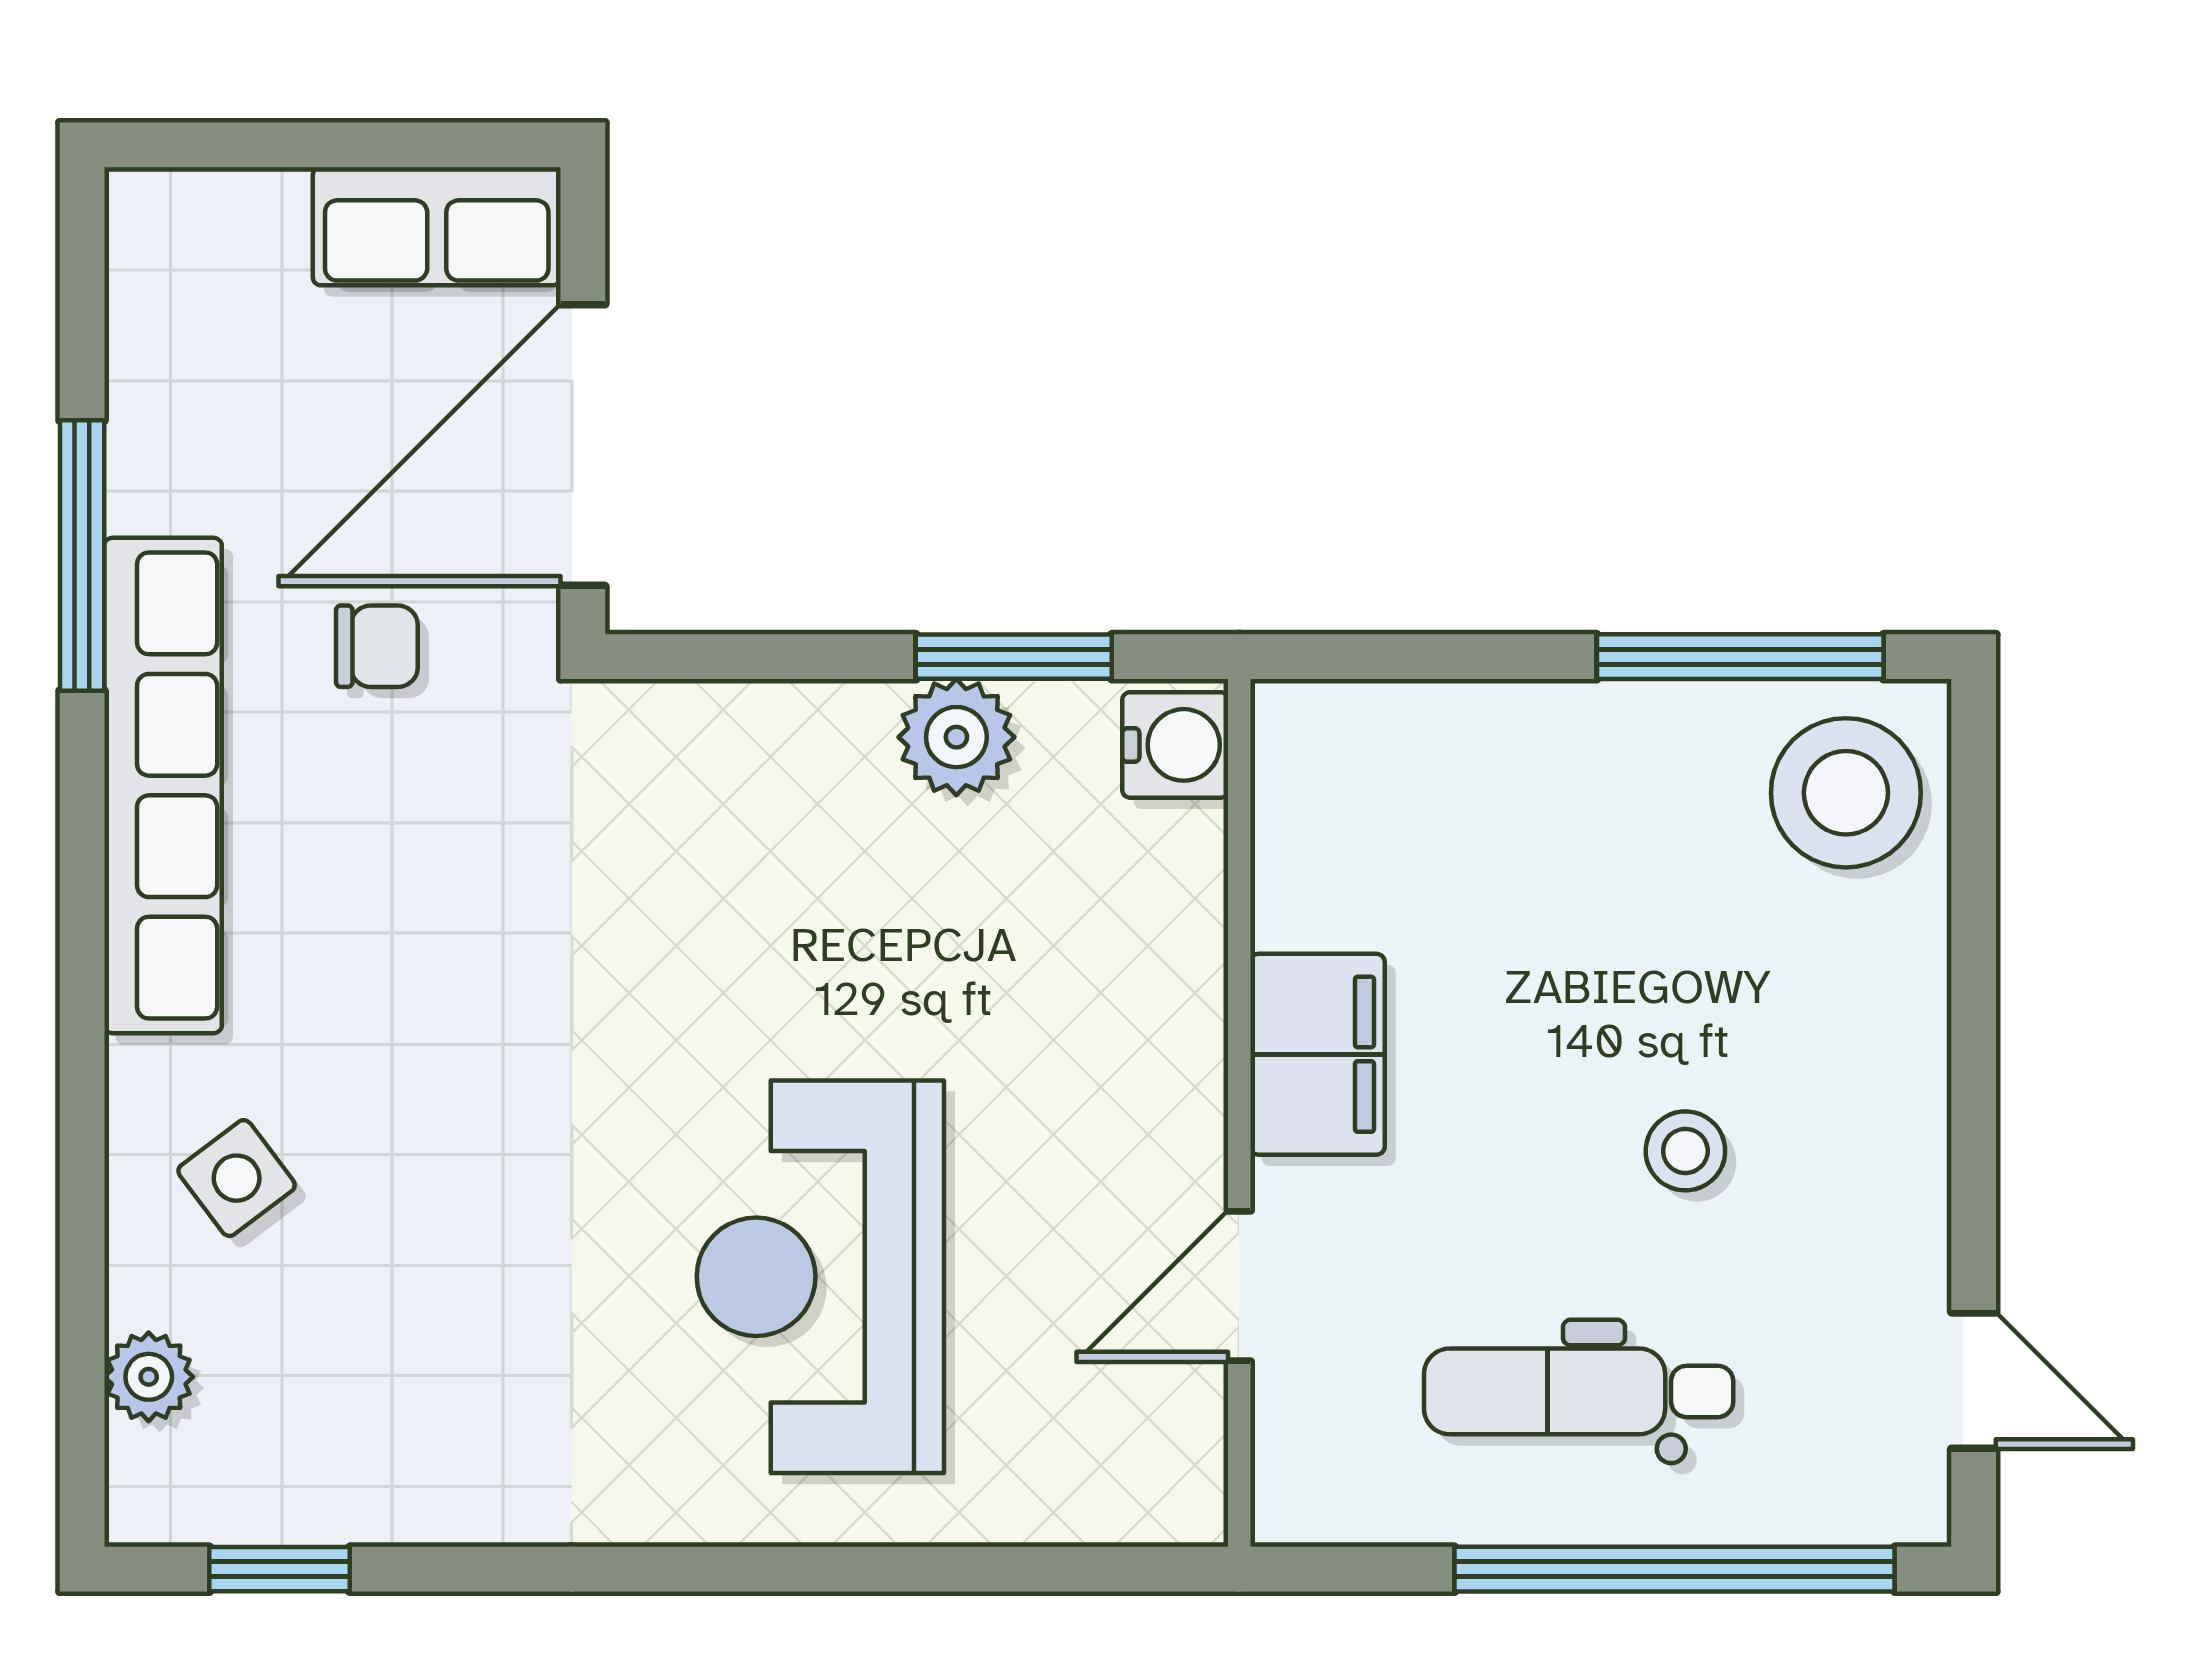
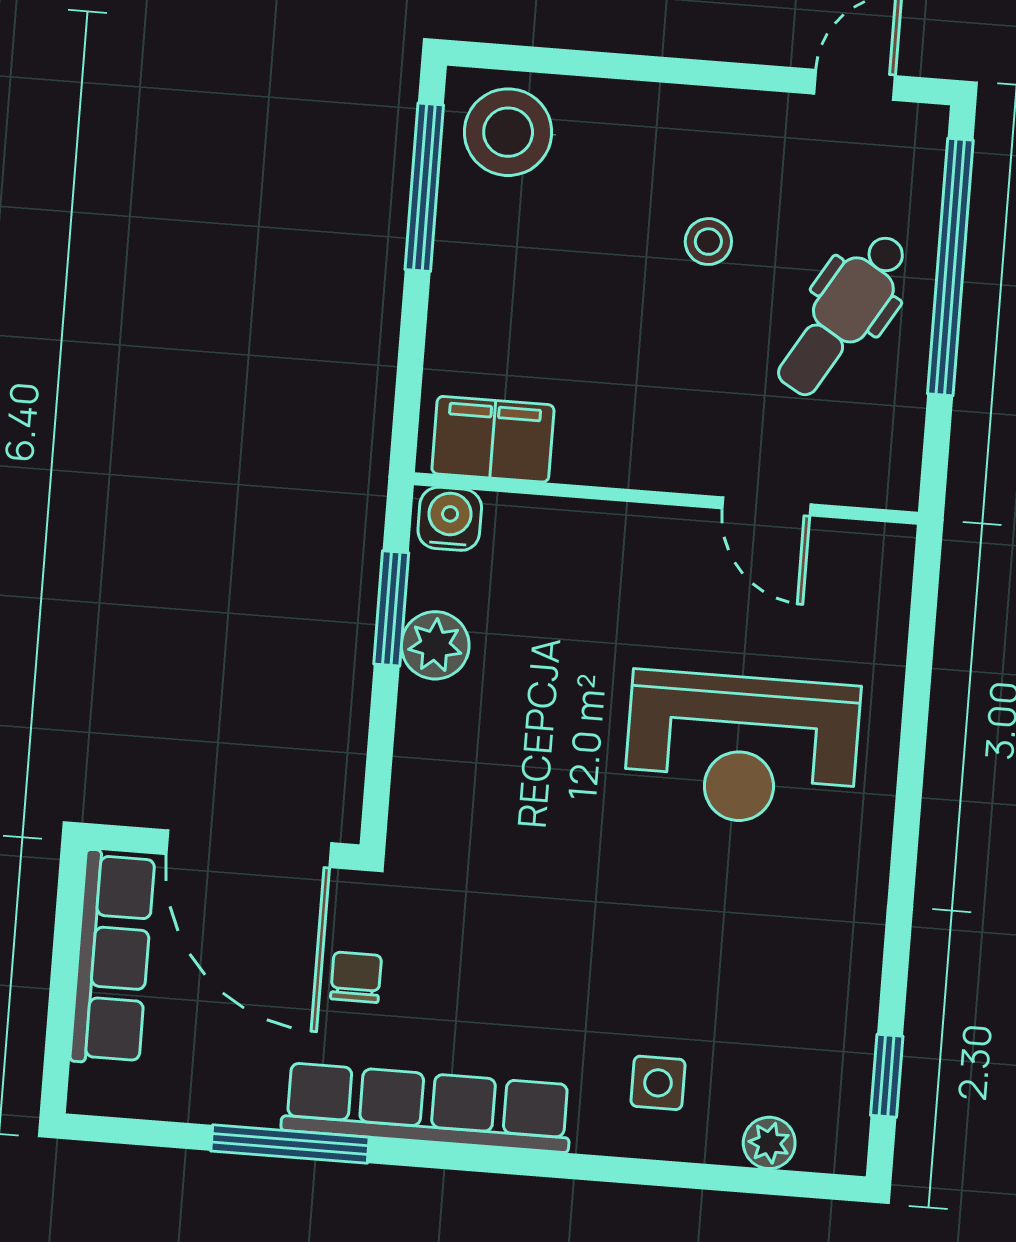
row of seats: (437, 226) -> (113, 958), width x1.48
filing cabinet: (1317, 1054) -> (493, 439), moved
side table: (237, 1178) -> (658, 1083), turned 37
dental chair: (1579, 1391) -> (843, 314), turned 31

